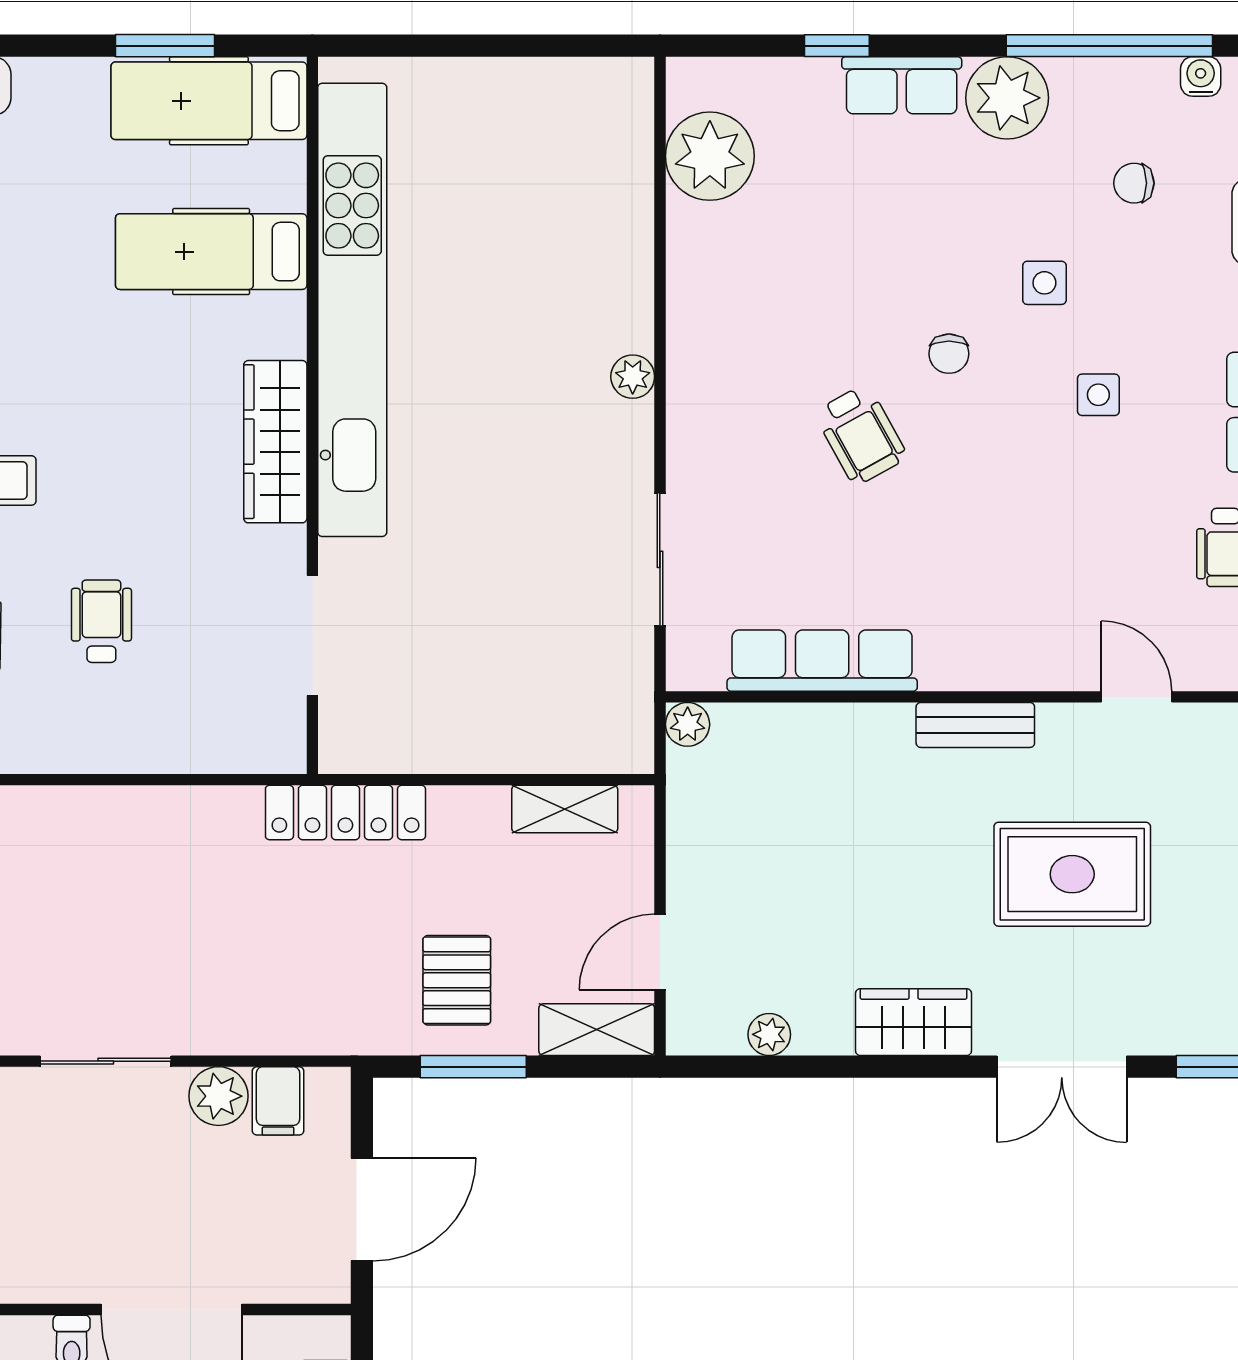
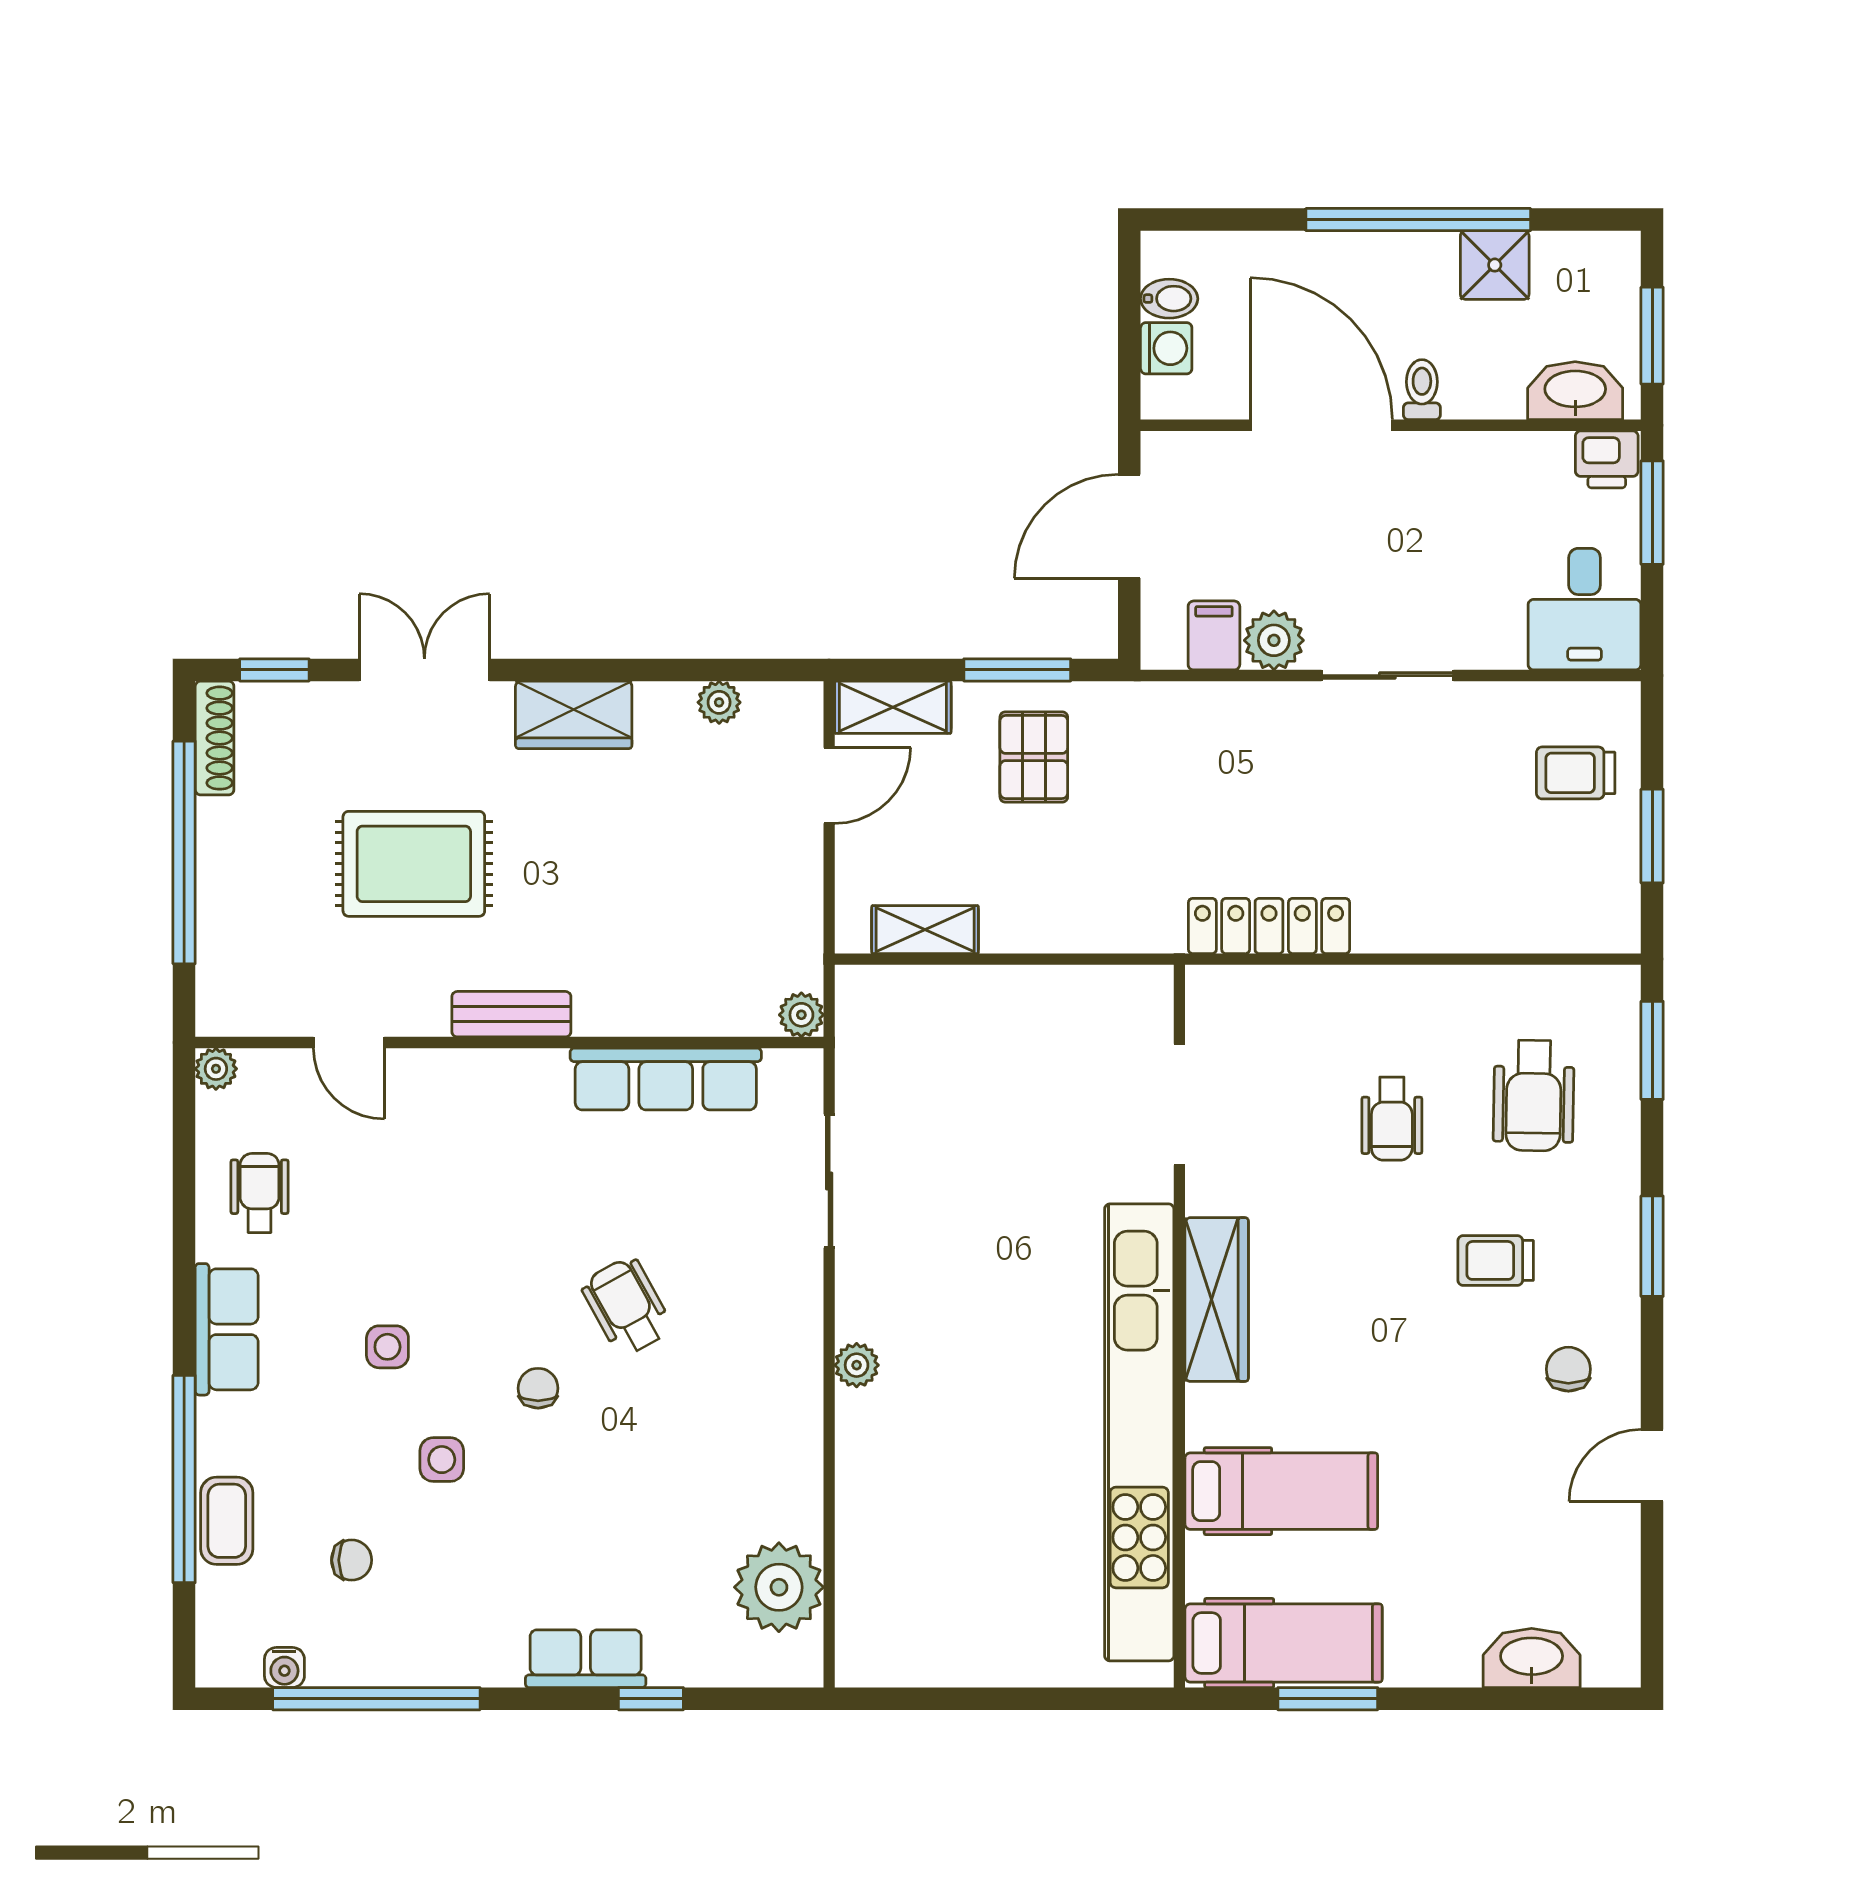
plant: (1007, 98) -> (479, 1646), removed
locker: (345, 812) -> (1269, 926), moved

